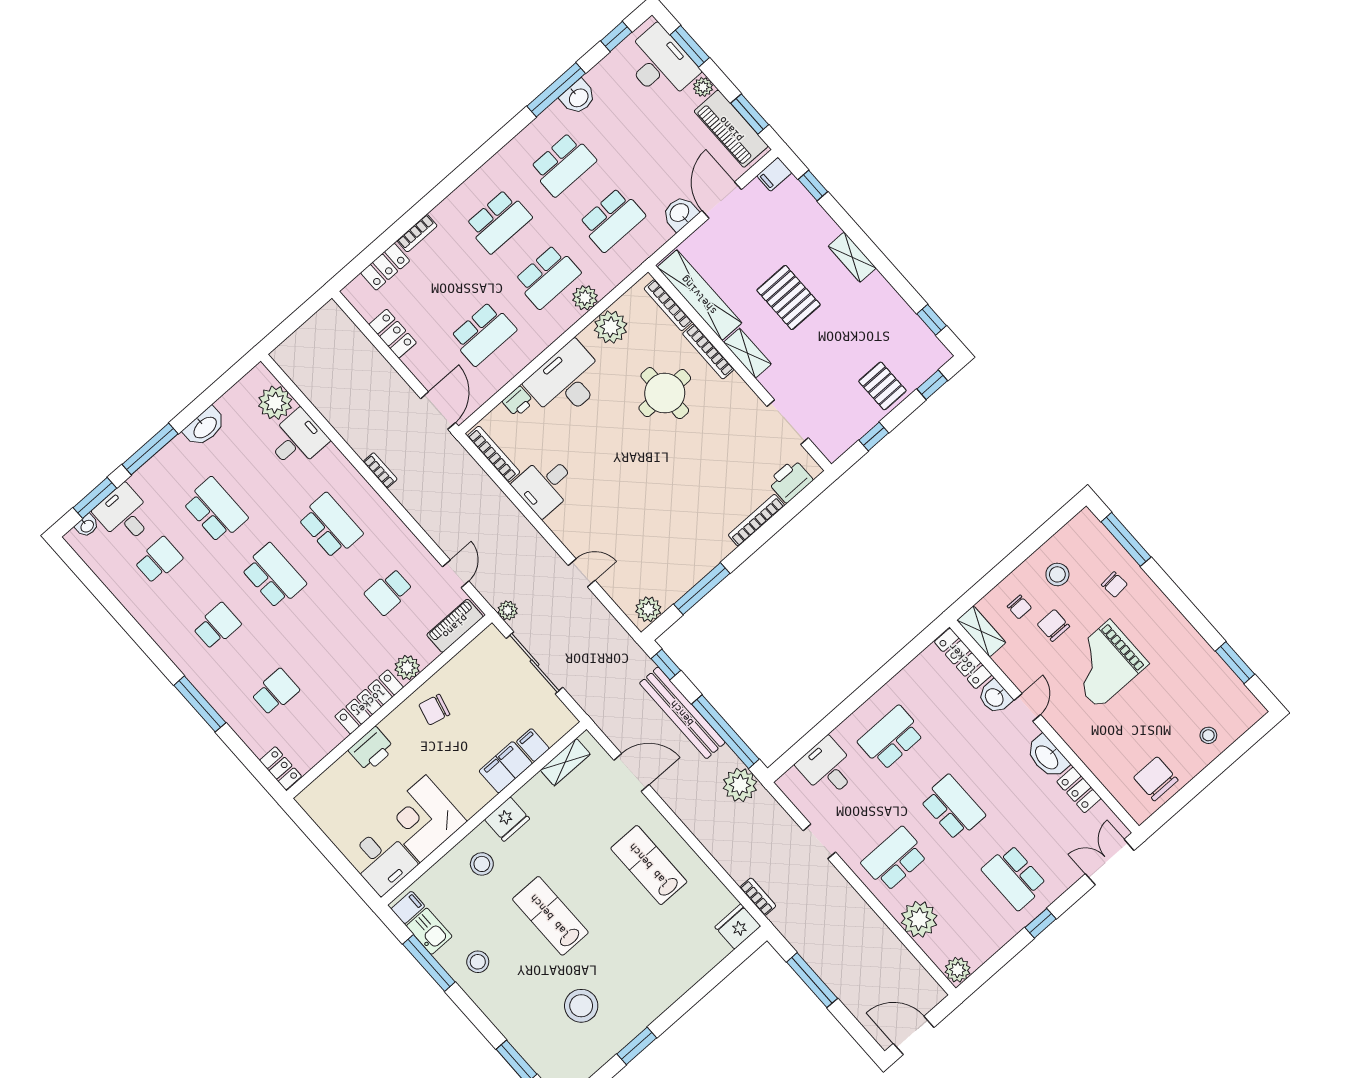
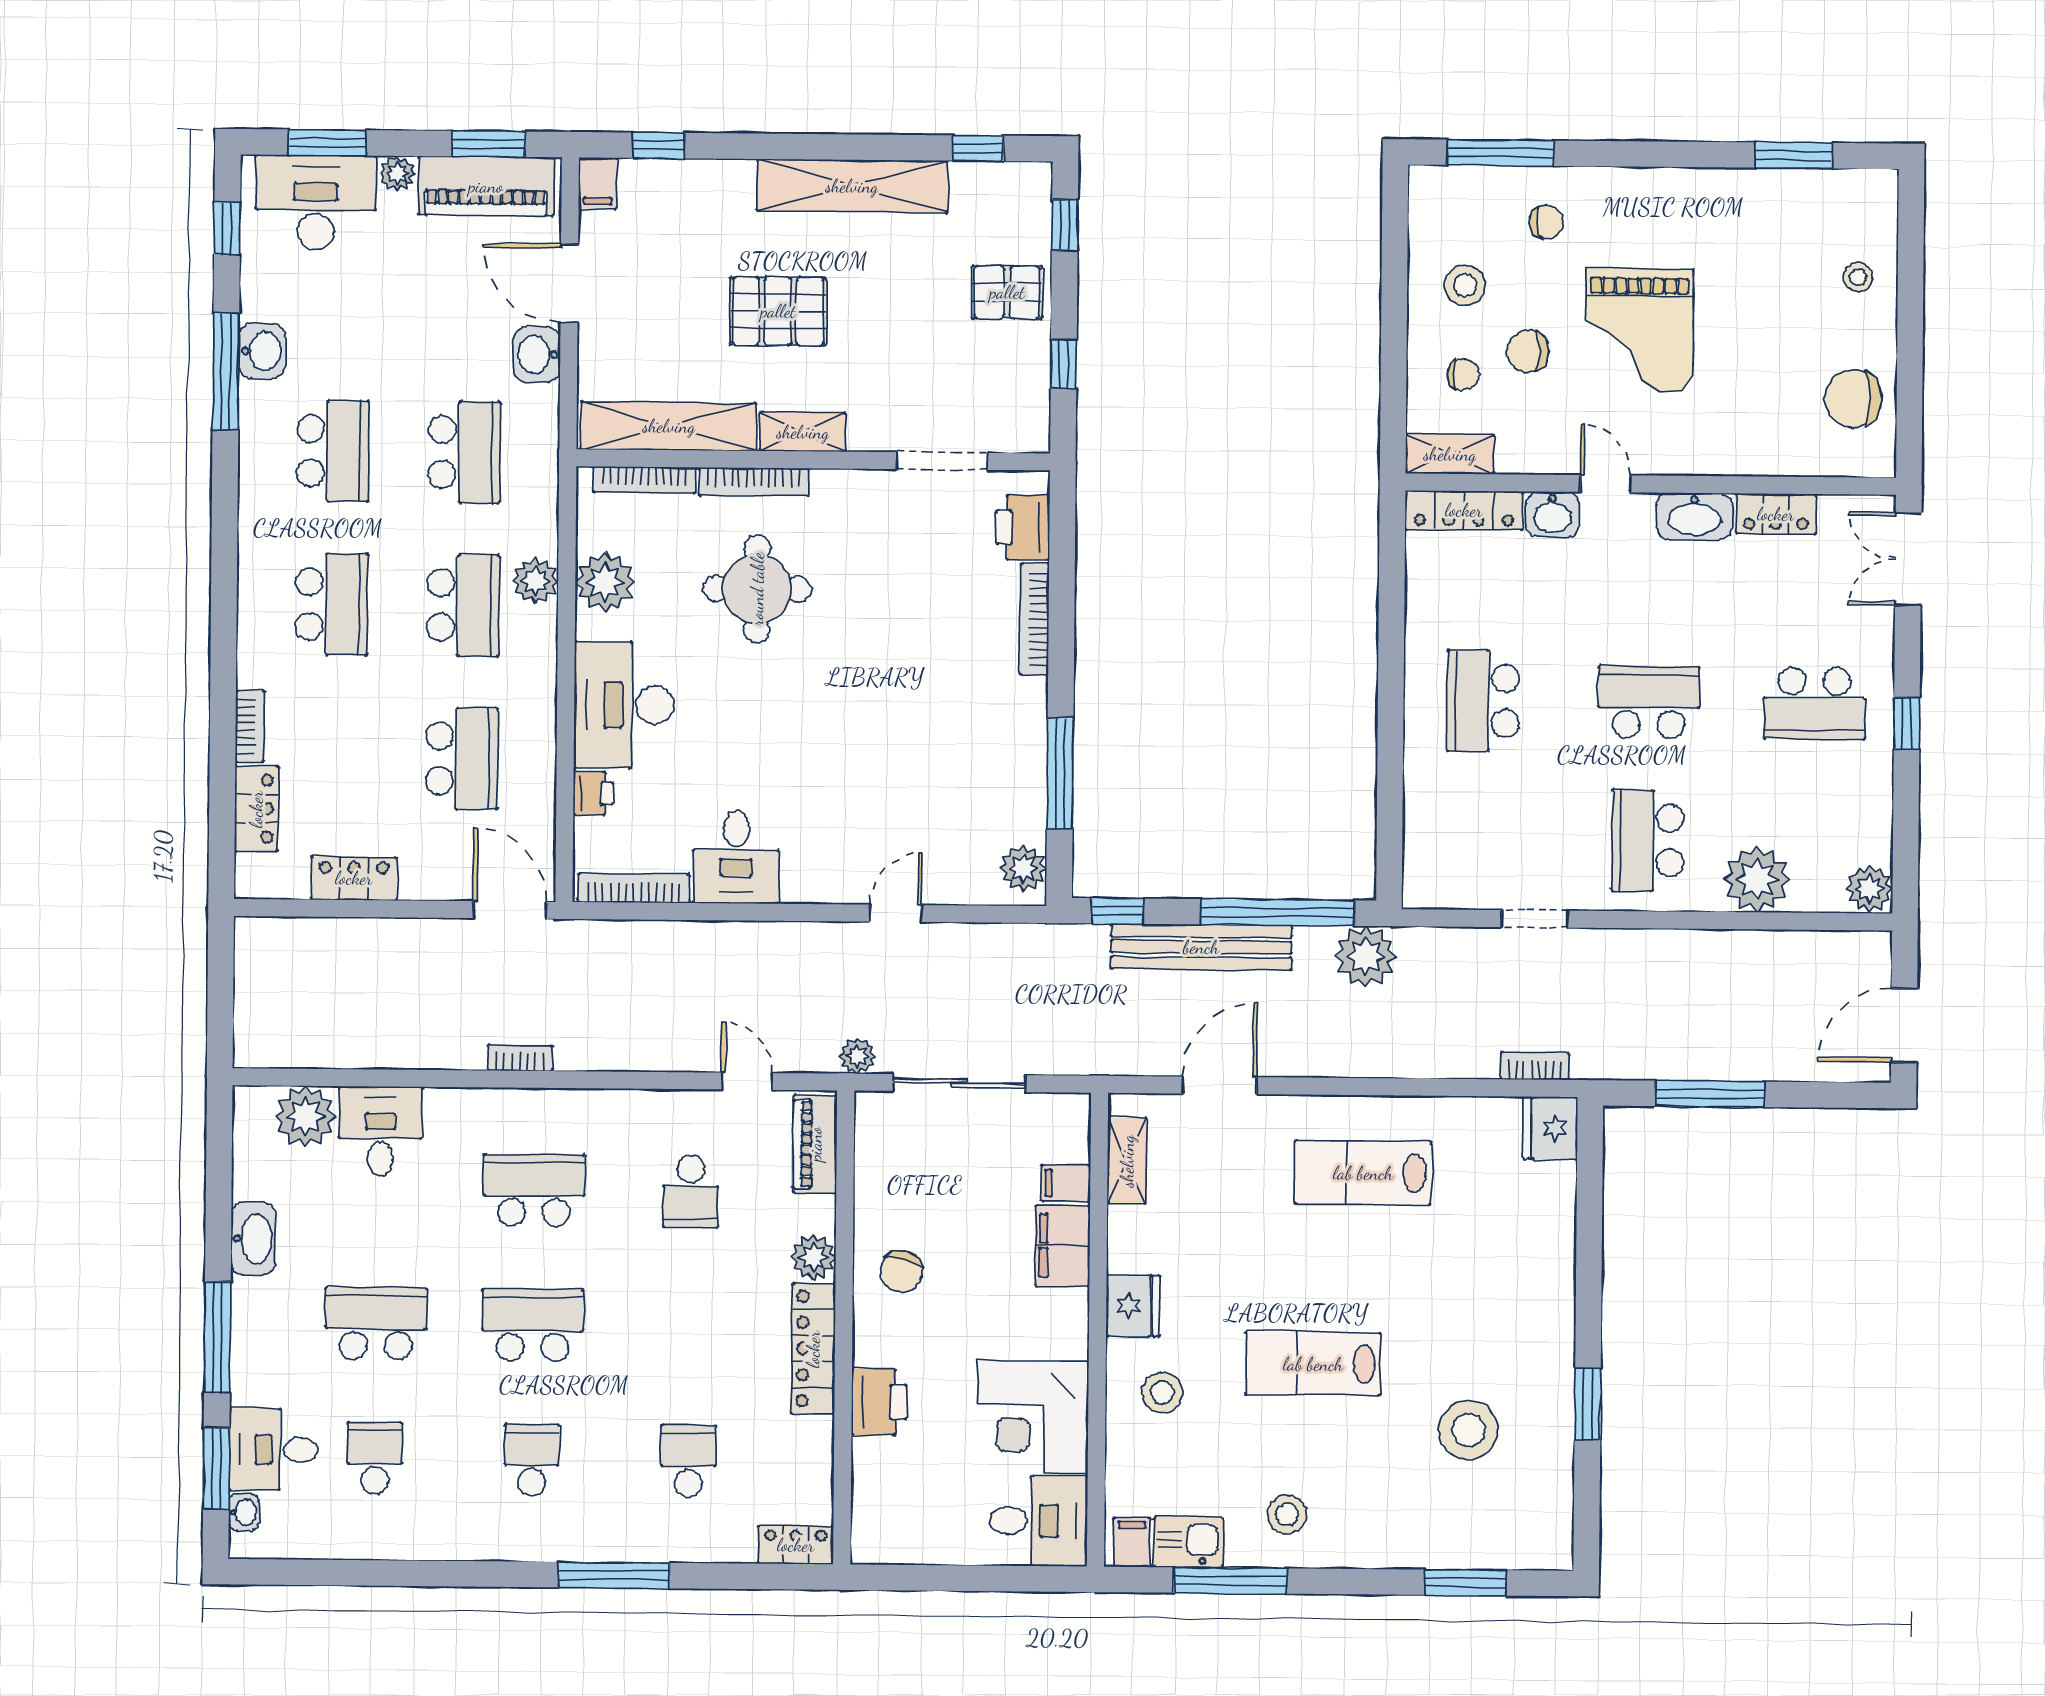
shelving: (852, 257) -> (852, 186), width x2.20, depth x1.33
desk: (827, 768) -> (1447, 820), removed

